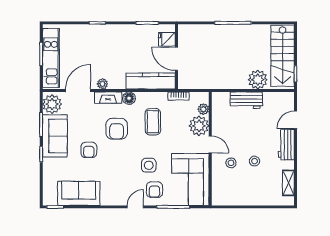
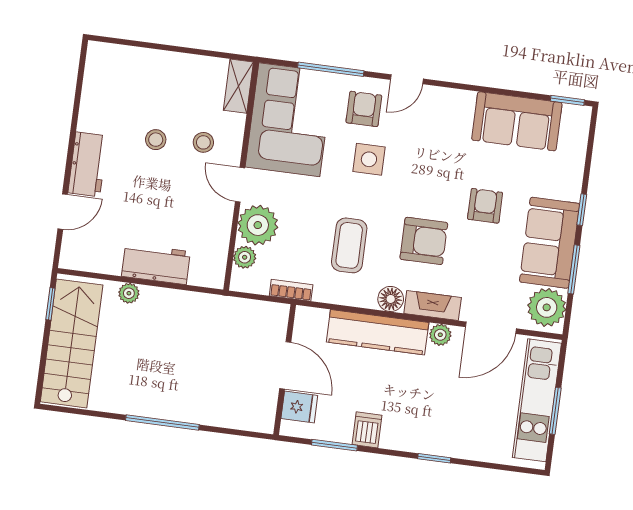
dishwasher: (132, 32) -> (367, 430), added
plant: (258, 80) -> (129, 293), width x0.53, depth x0.53
kitchen counter: (151, 81) -> (378, 332), moved
armchair: (117, 129) -> (424, 241), turned 90
shelving: (288, 183) -> (238, 86), moved

